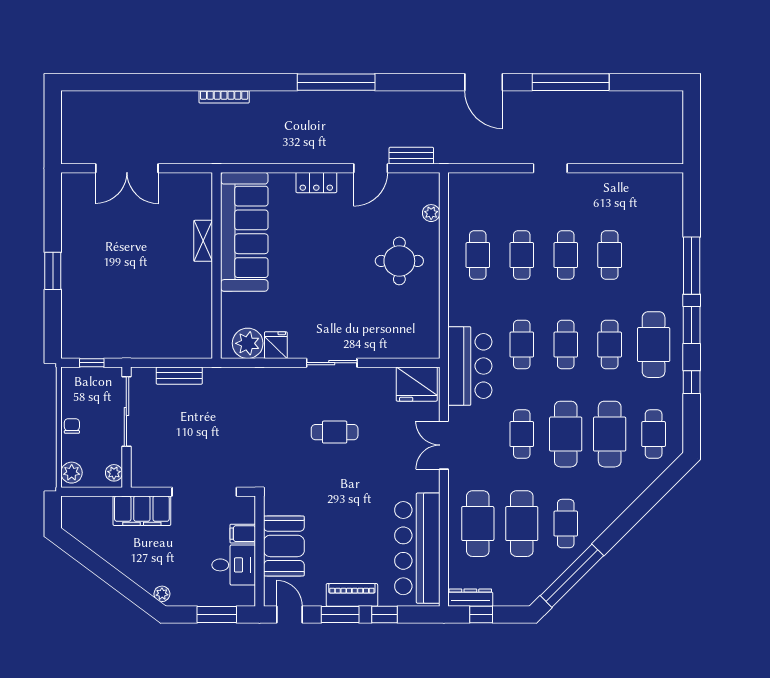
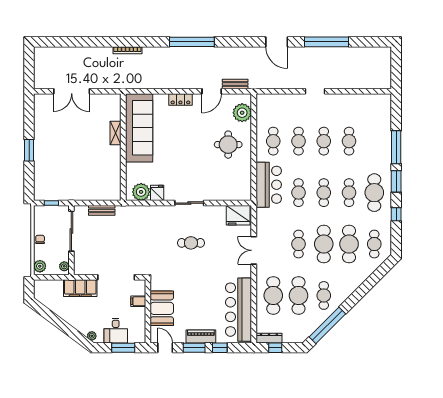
plant: (431, 213) -> (242, 113), width x1.88, depth x1.88
bar counter: (470, 366) -> (269, 185), moved
desk: (234, 565) -> (116, 331), moved, turned 90

